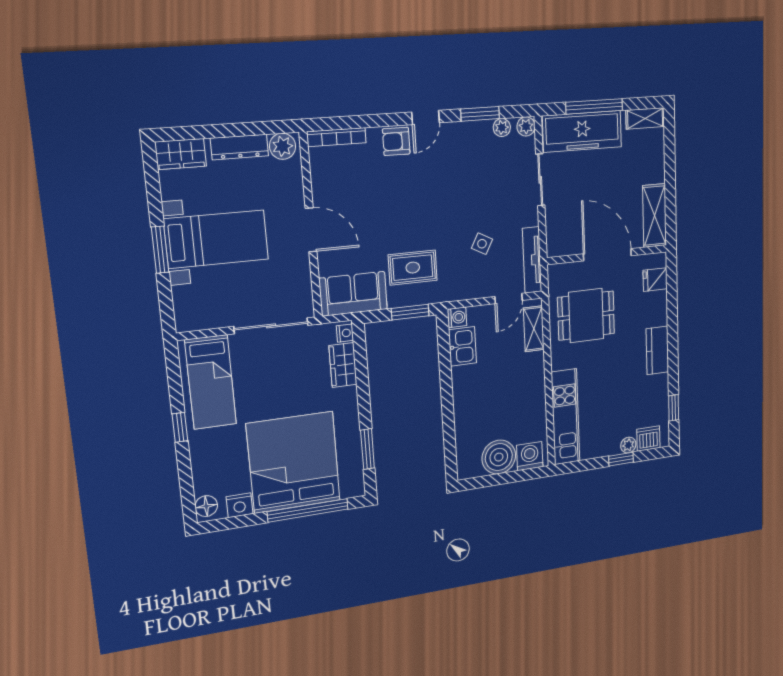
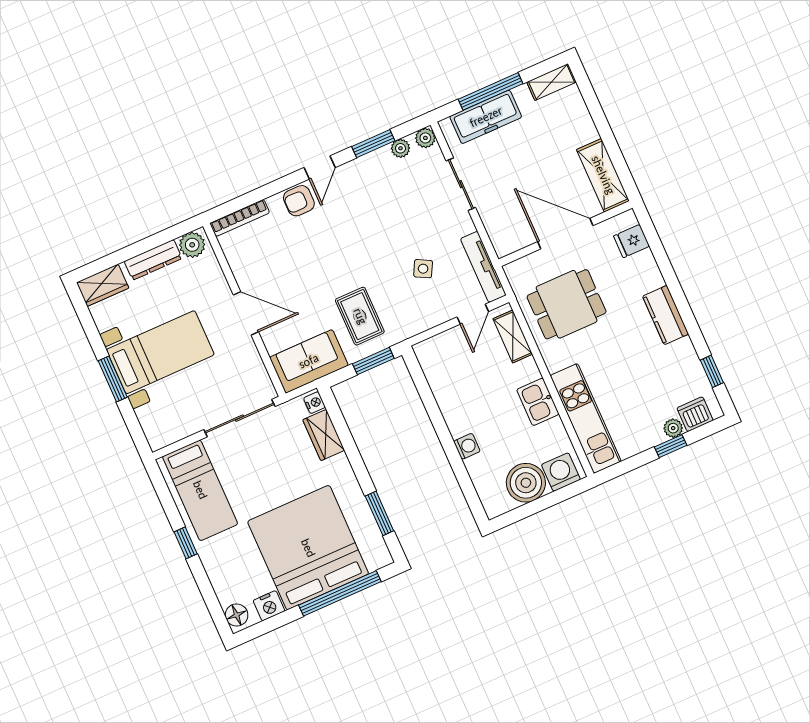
freezer: (582, 131) -> (486, 117), width x0.73, depth x0.79
rug: (413, 268) -> (360, 316), turned 90
washing machine: (457, 317) -> (467, 446), moved
kitchen sink: (462, 346) -> (538, 402), moved, turned 180

